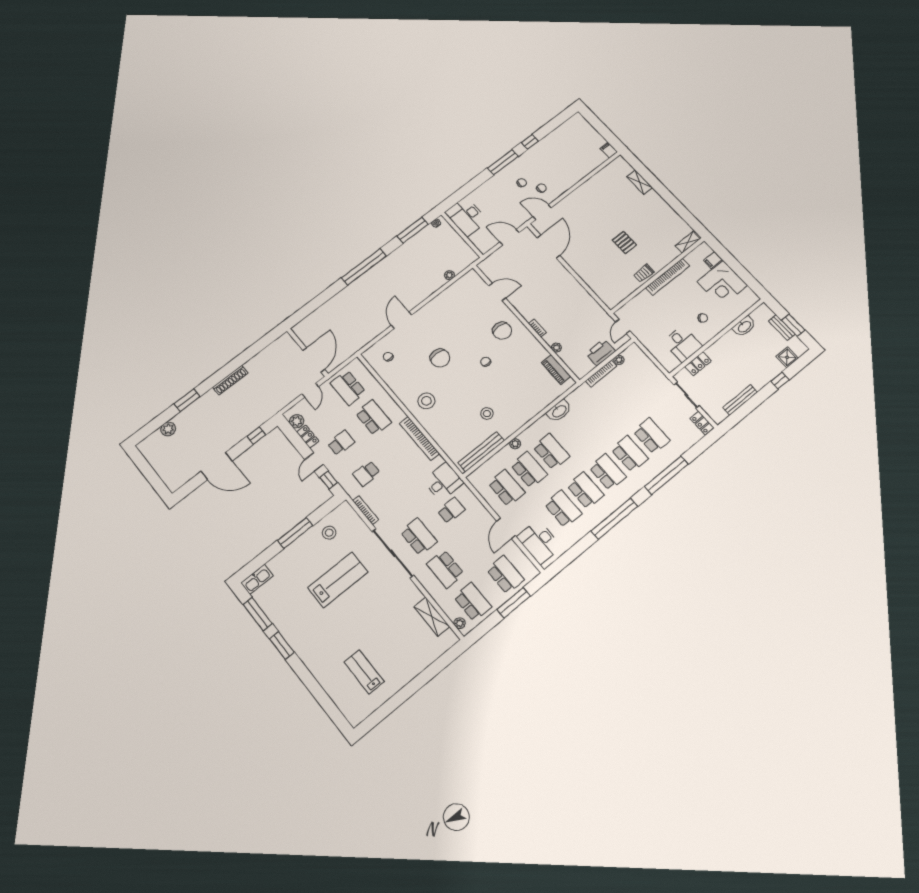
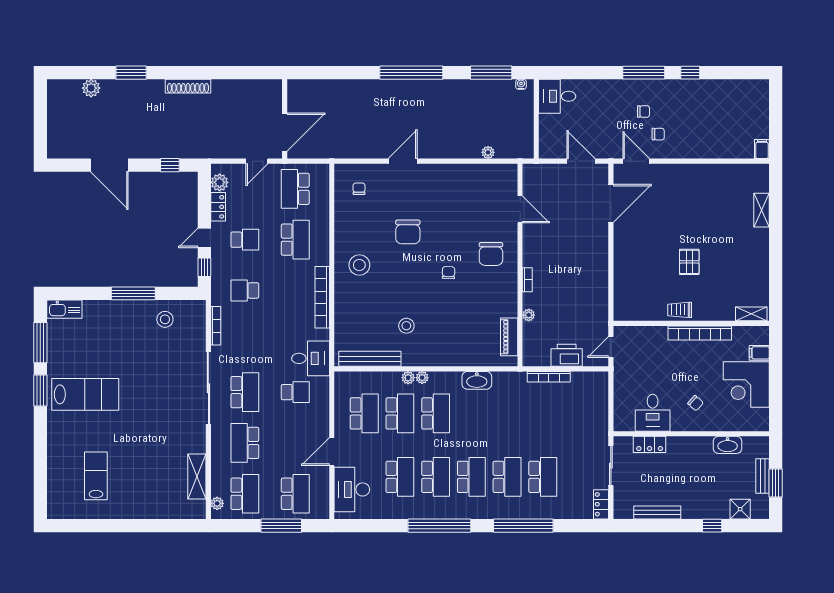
desk: (466, 217) -> (557, 96), width x0.73
plant: (619, 360) -> (422, 378), moved
lab bench: (338, 580) -> (85, 394), moved

